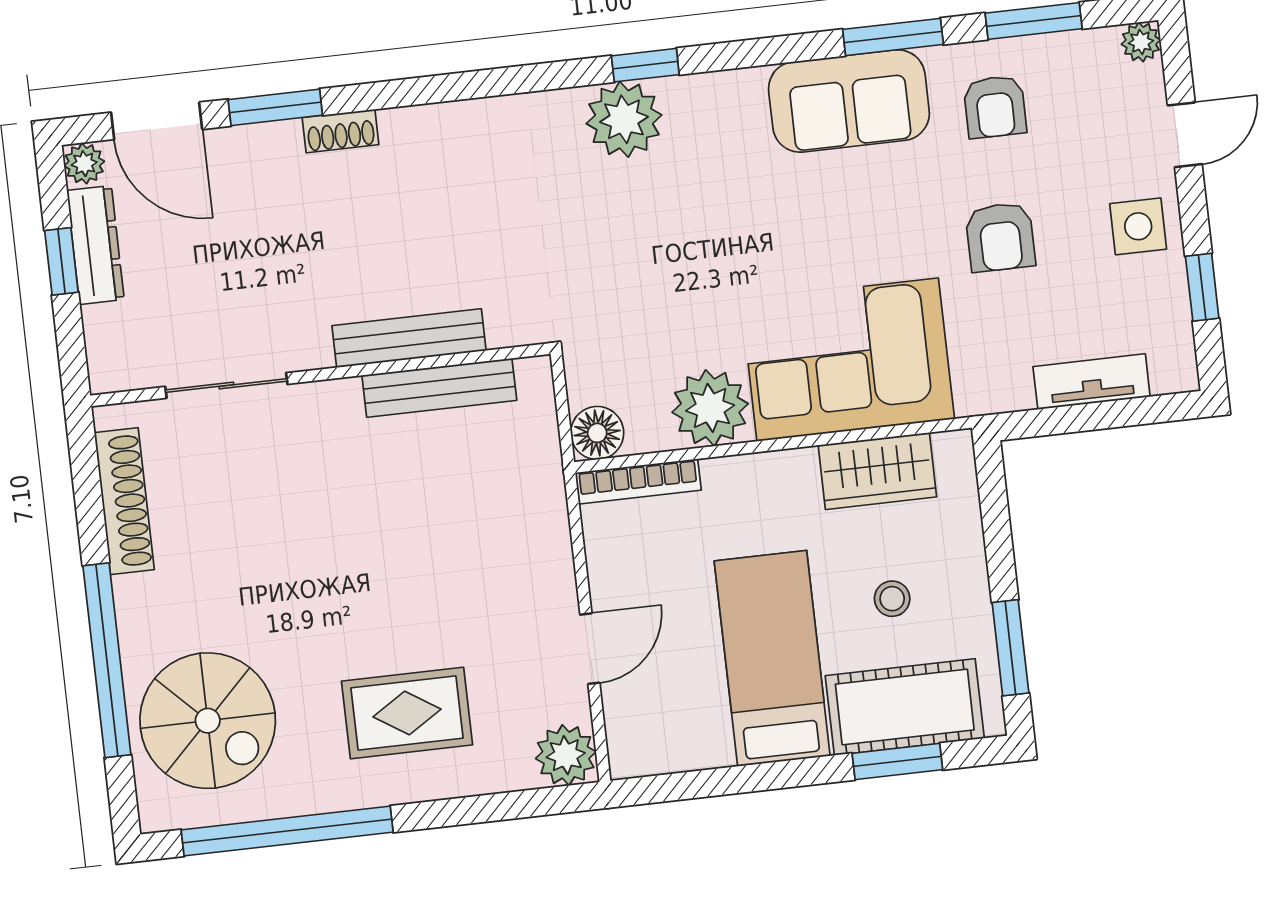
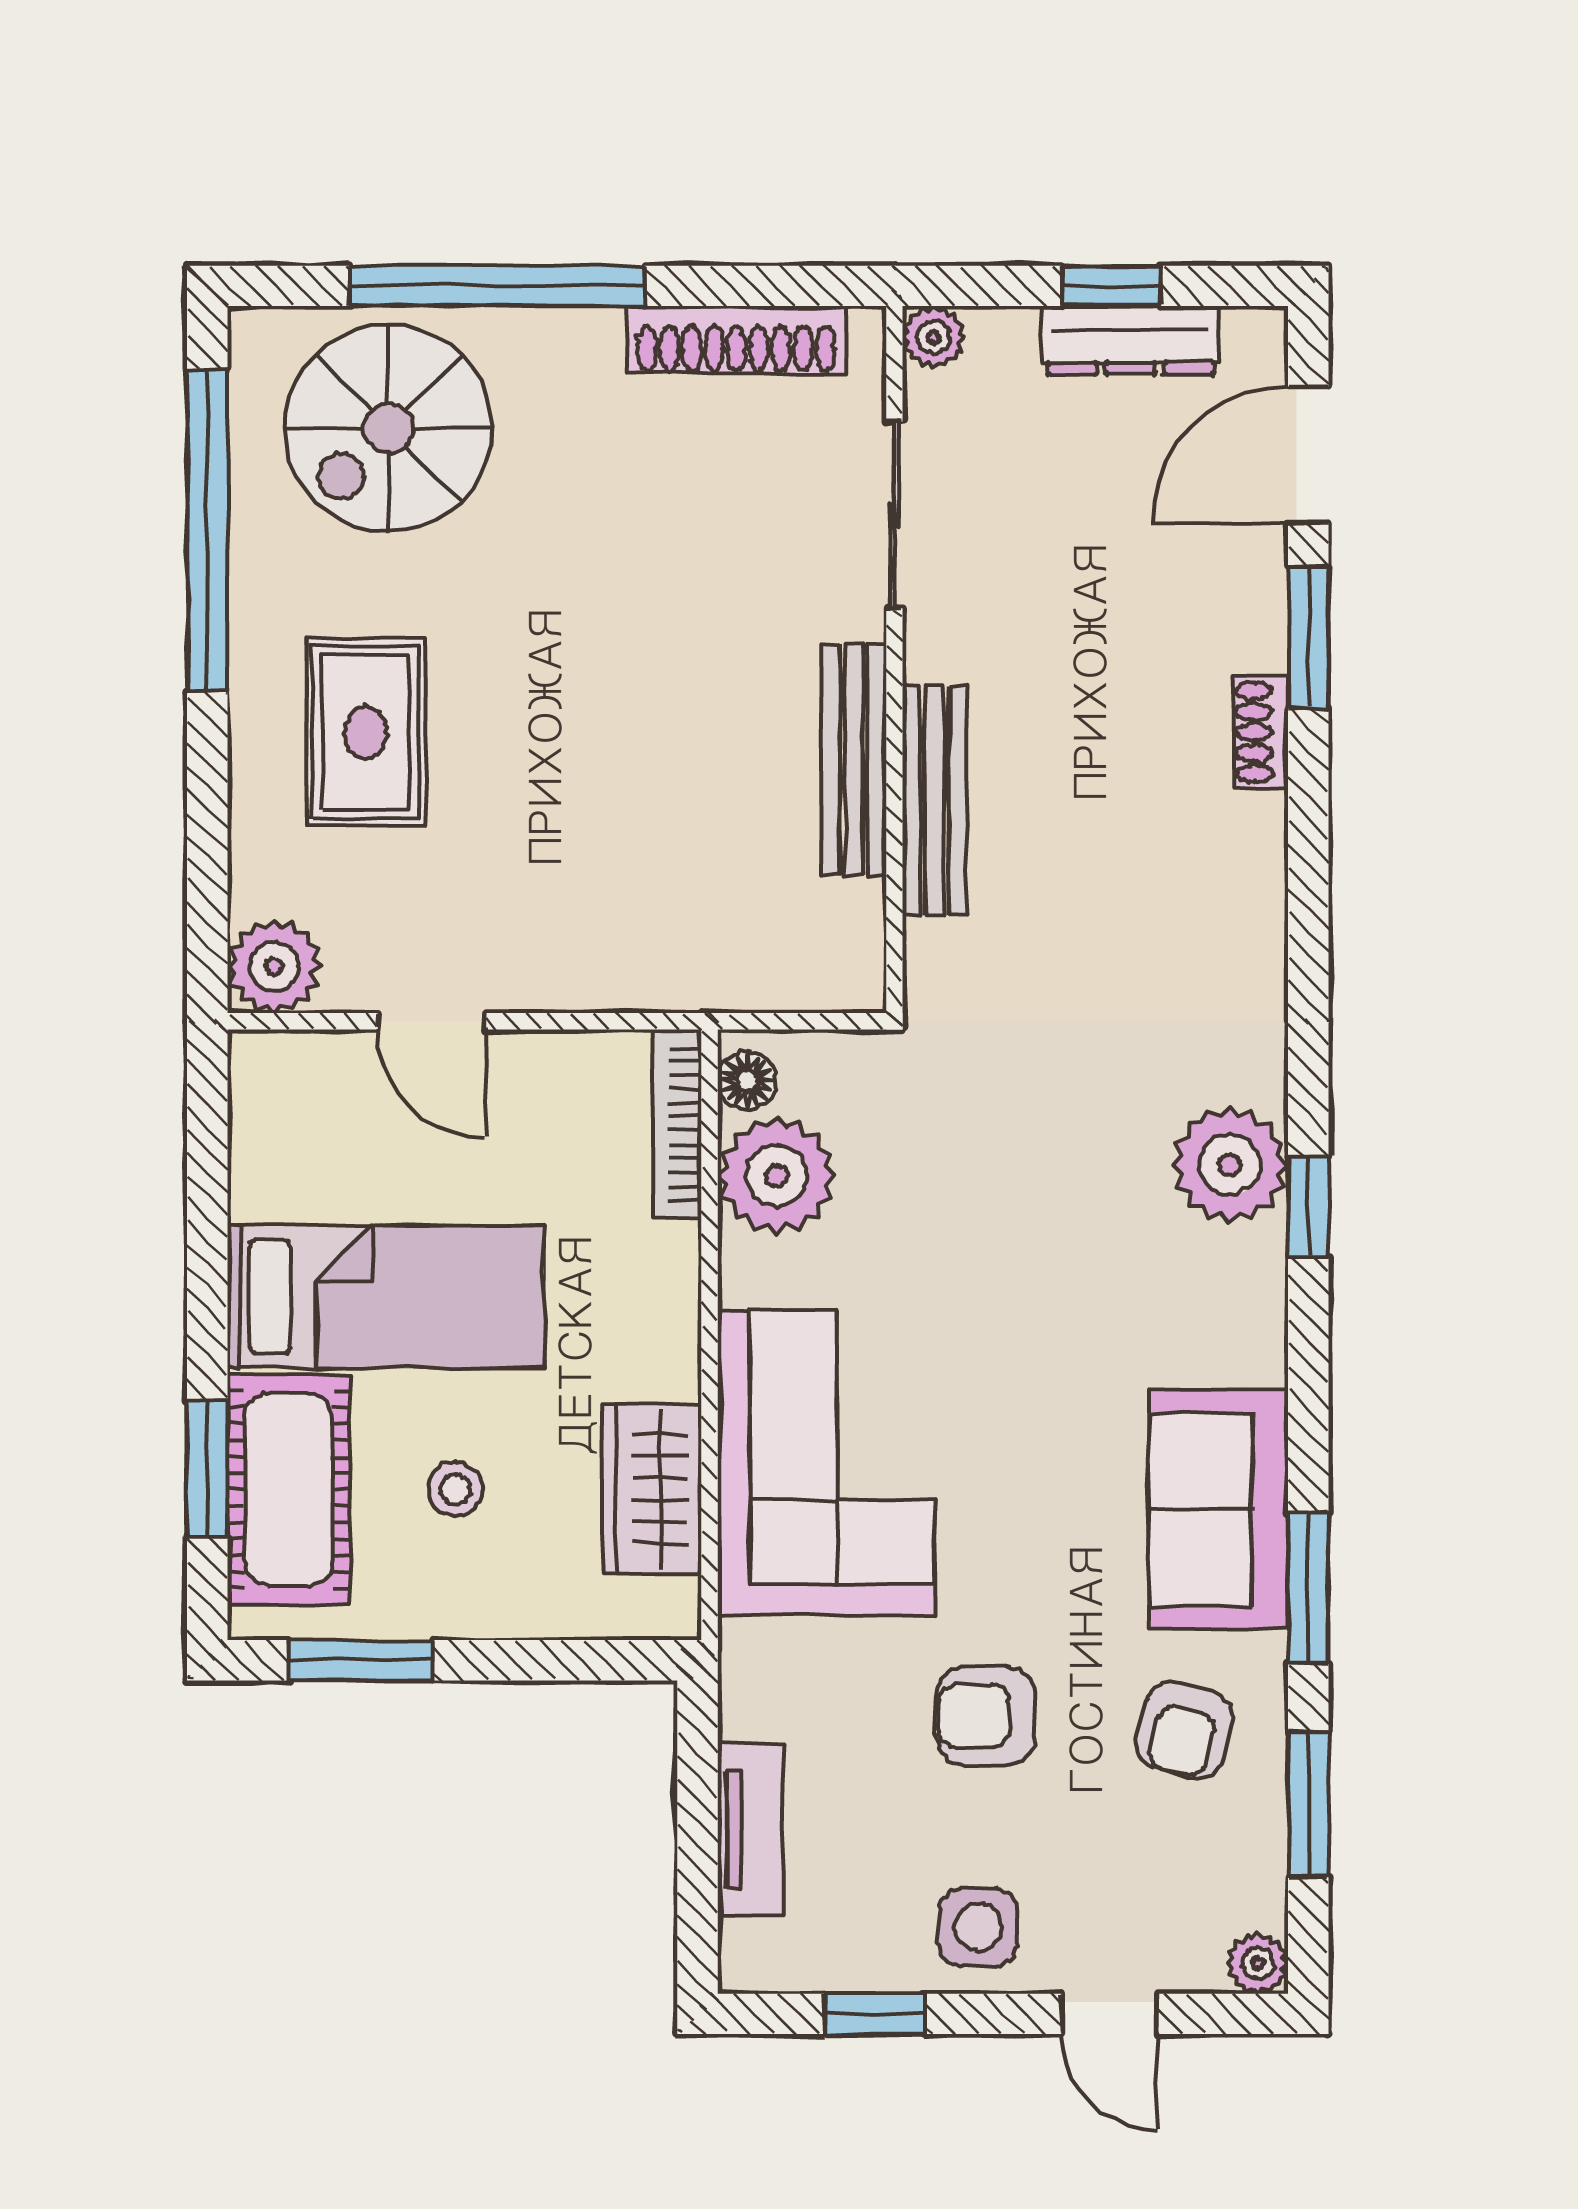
armchair: (995, 107) -> (1185, 1730), turned -74
plant: (84, 164) -> (934, 337), moved
bench: (439, 388) -> (854, 760), moved
plant: (710, 408) -> (776, 1176), moved
floor lamp: (597, 433) -> (747, 1081), width x0.73, depth x0.73

